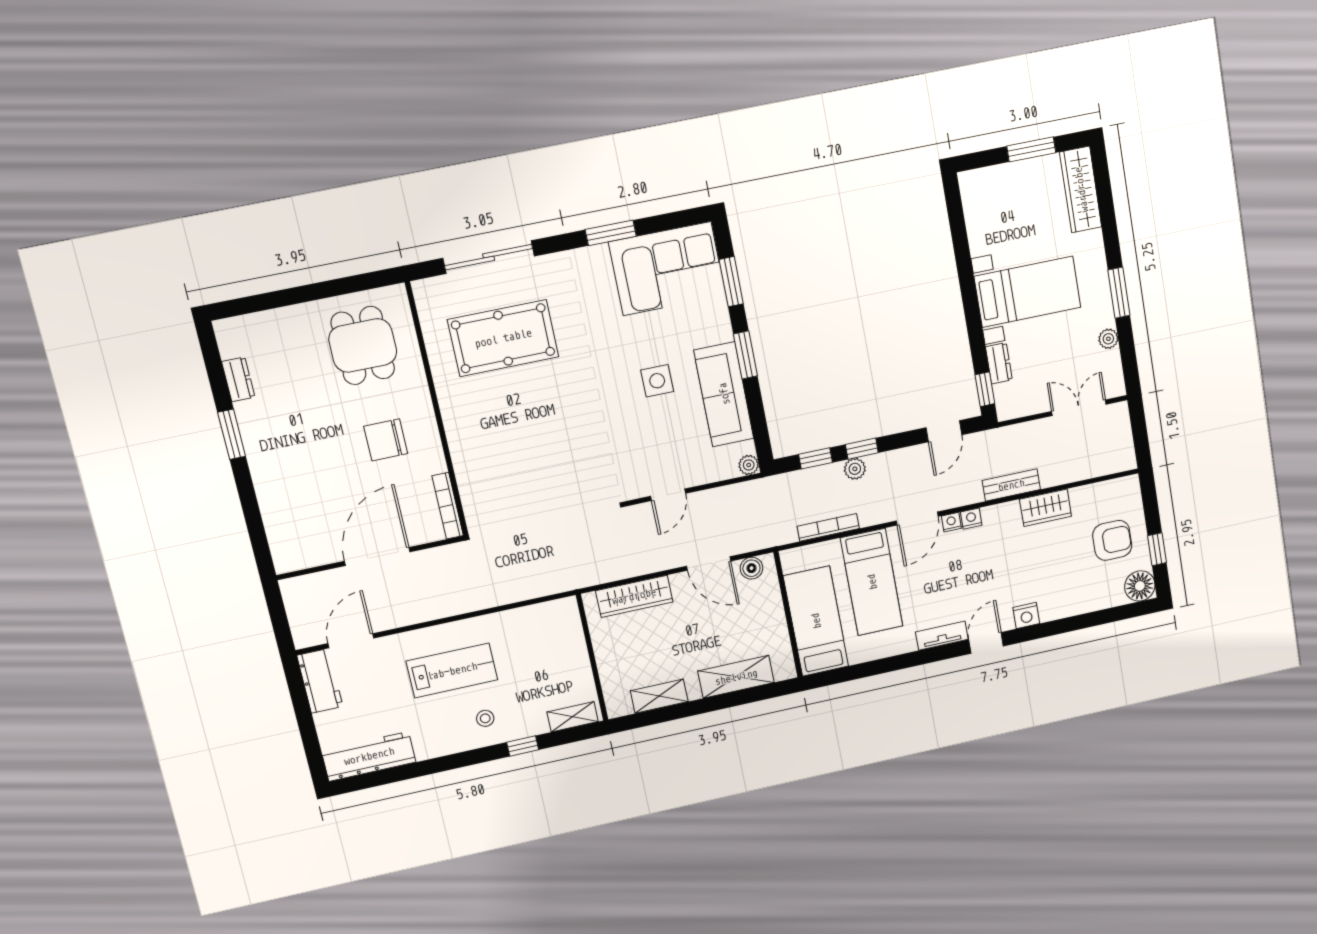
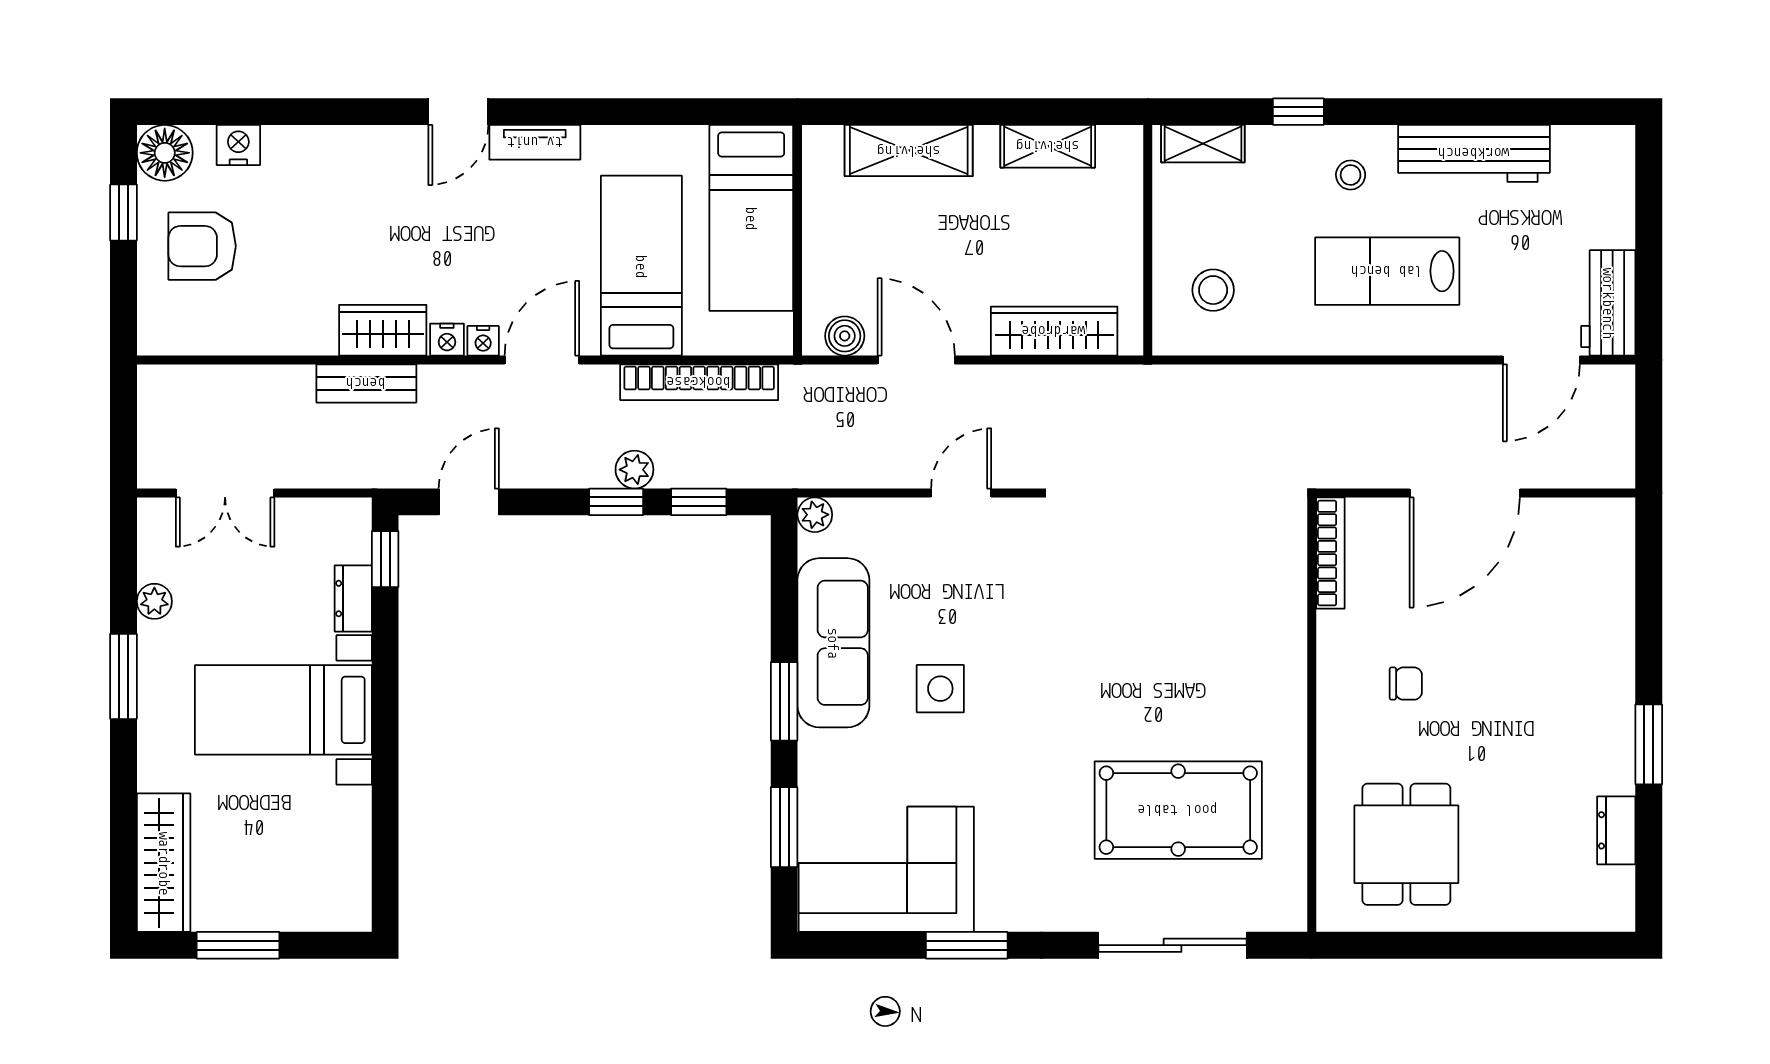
chair: (386, 440) -> (1406, 684), width x0.54, depth x0.54
wardrobe: (1046, 508) -> (383, 330), moved
bookcase: (828, 527) -> (699, 382), width x1.48, depth x1.31
nightstand: (1026, 615) -> (238, 145), moved
stool: (549, 638) -> (1213, 290), added
workbench: (369, 756) -> (1474, 153), moved

